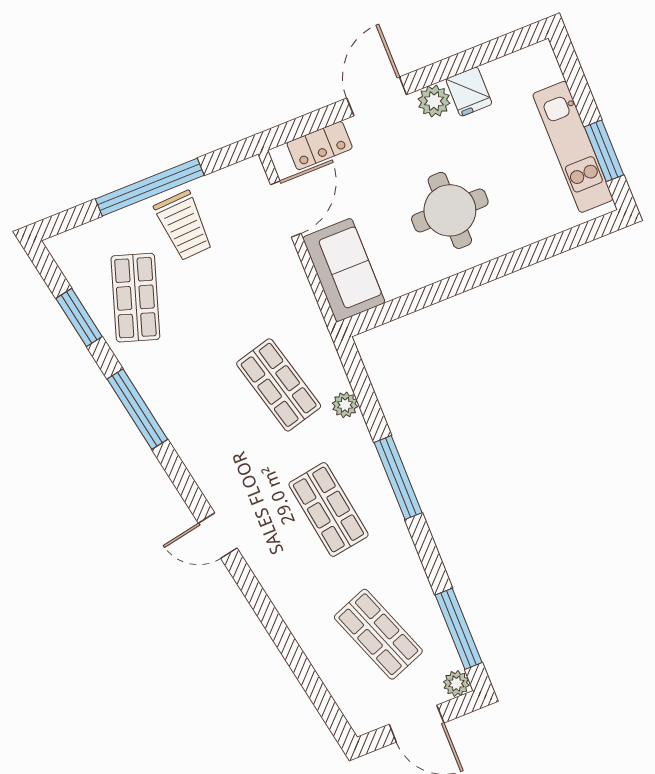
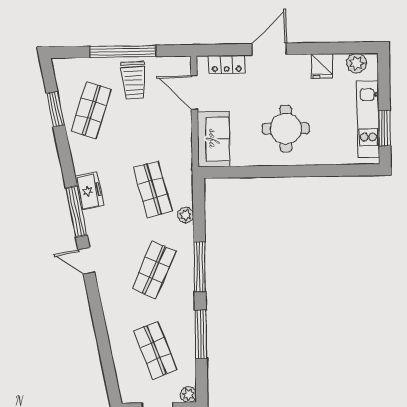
plant: (434, 101) -> (356, 63), moved
door: (286, 209) -> (194, 93), swing flipped
window: (137, 409) -> (76, 211), moved
freezer: (181, 425) -> (89, 191), added
shop shelf: (328, 510) -> (154, 270), turned 33
window: (459, 629) -> (201, 334), moved

